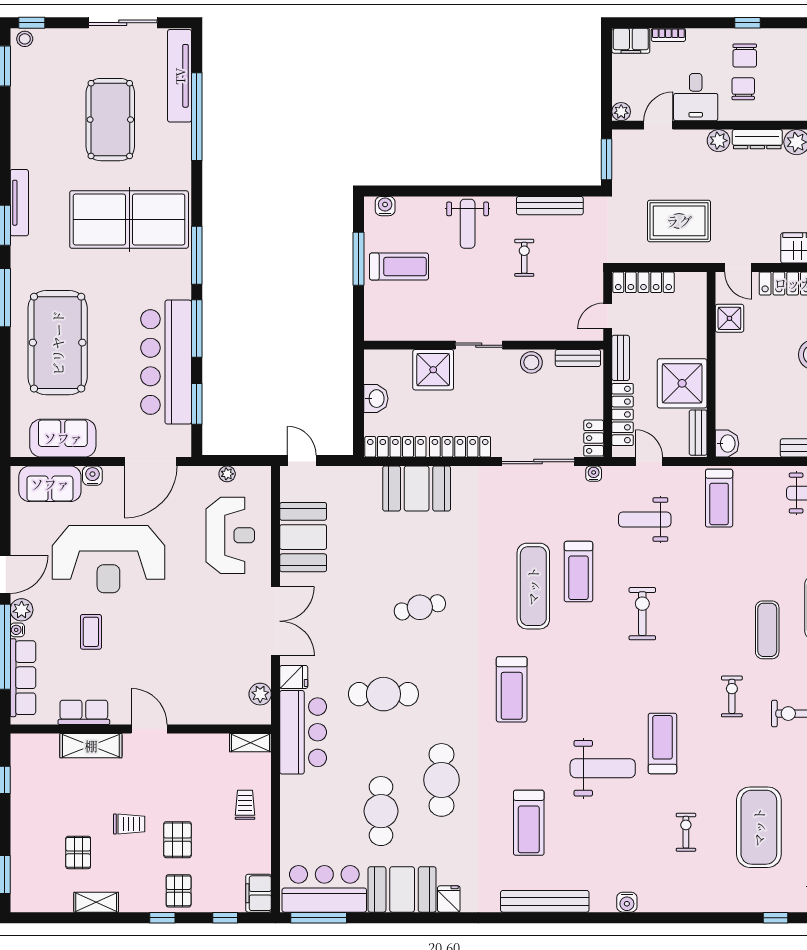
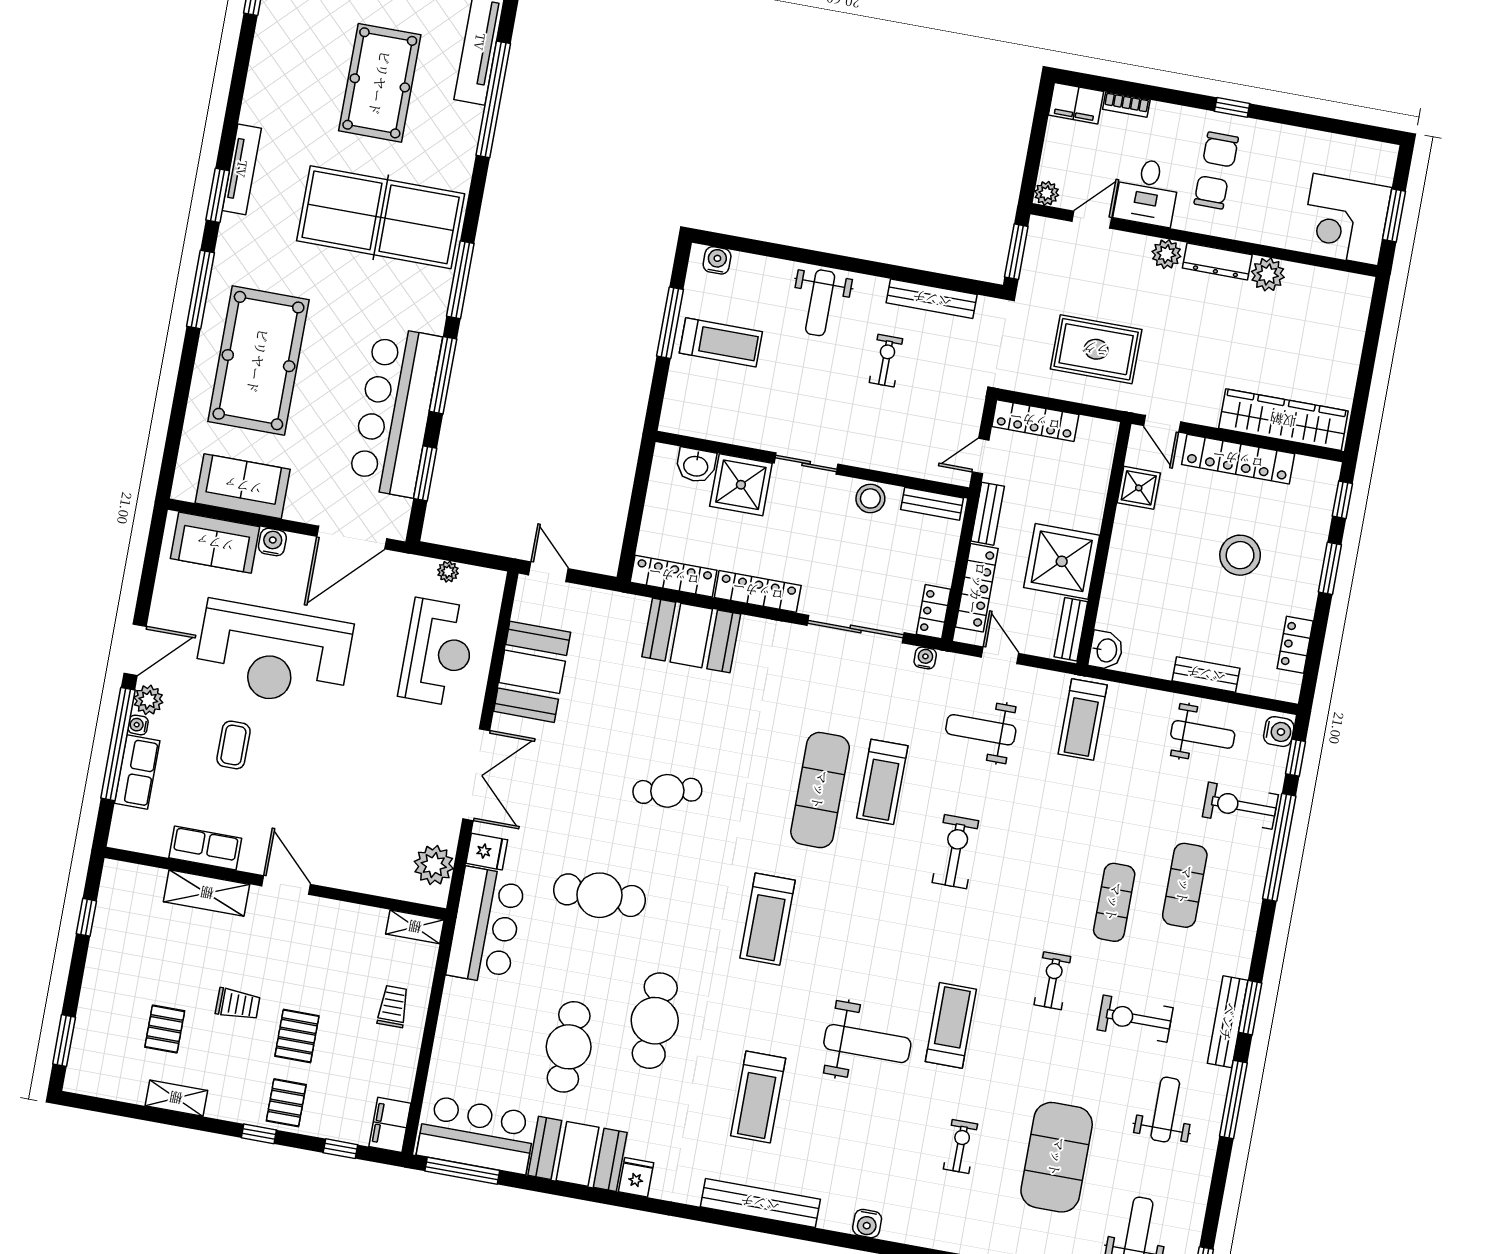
washbasin: (376, 399) -> (696, 465), moved, turned 90
row of seats: (23, 678) -> (137, 772), width x0.68
plant: (260, 694) -> (434, 865), width x1.36, depth x1.36

